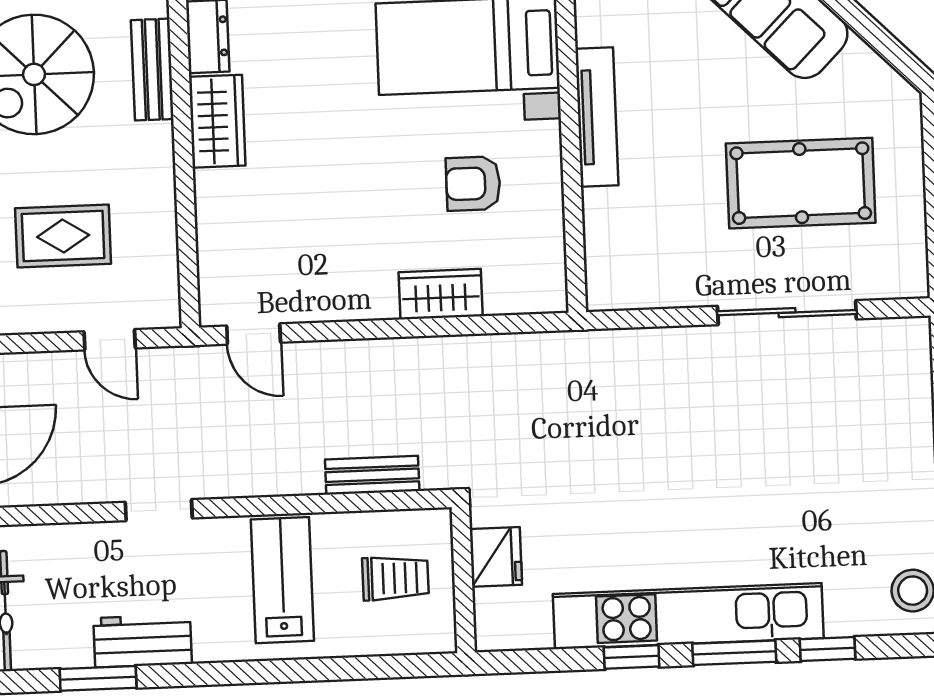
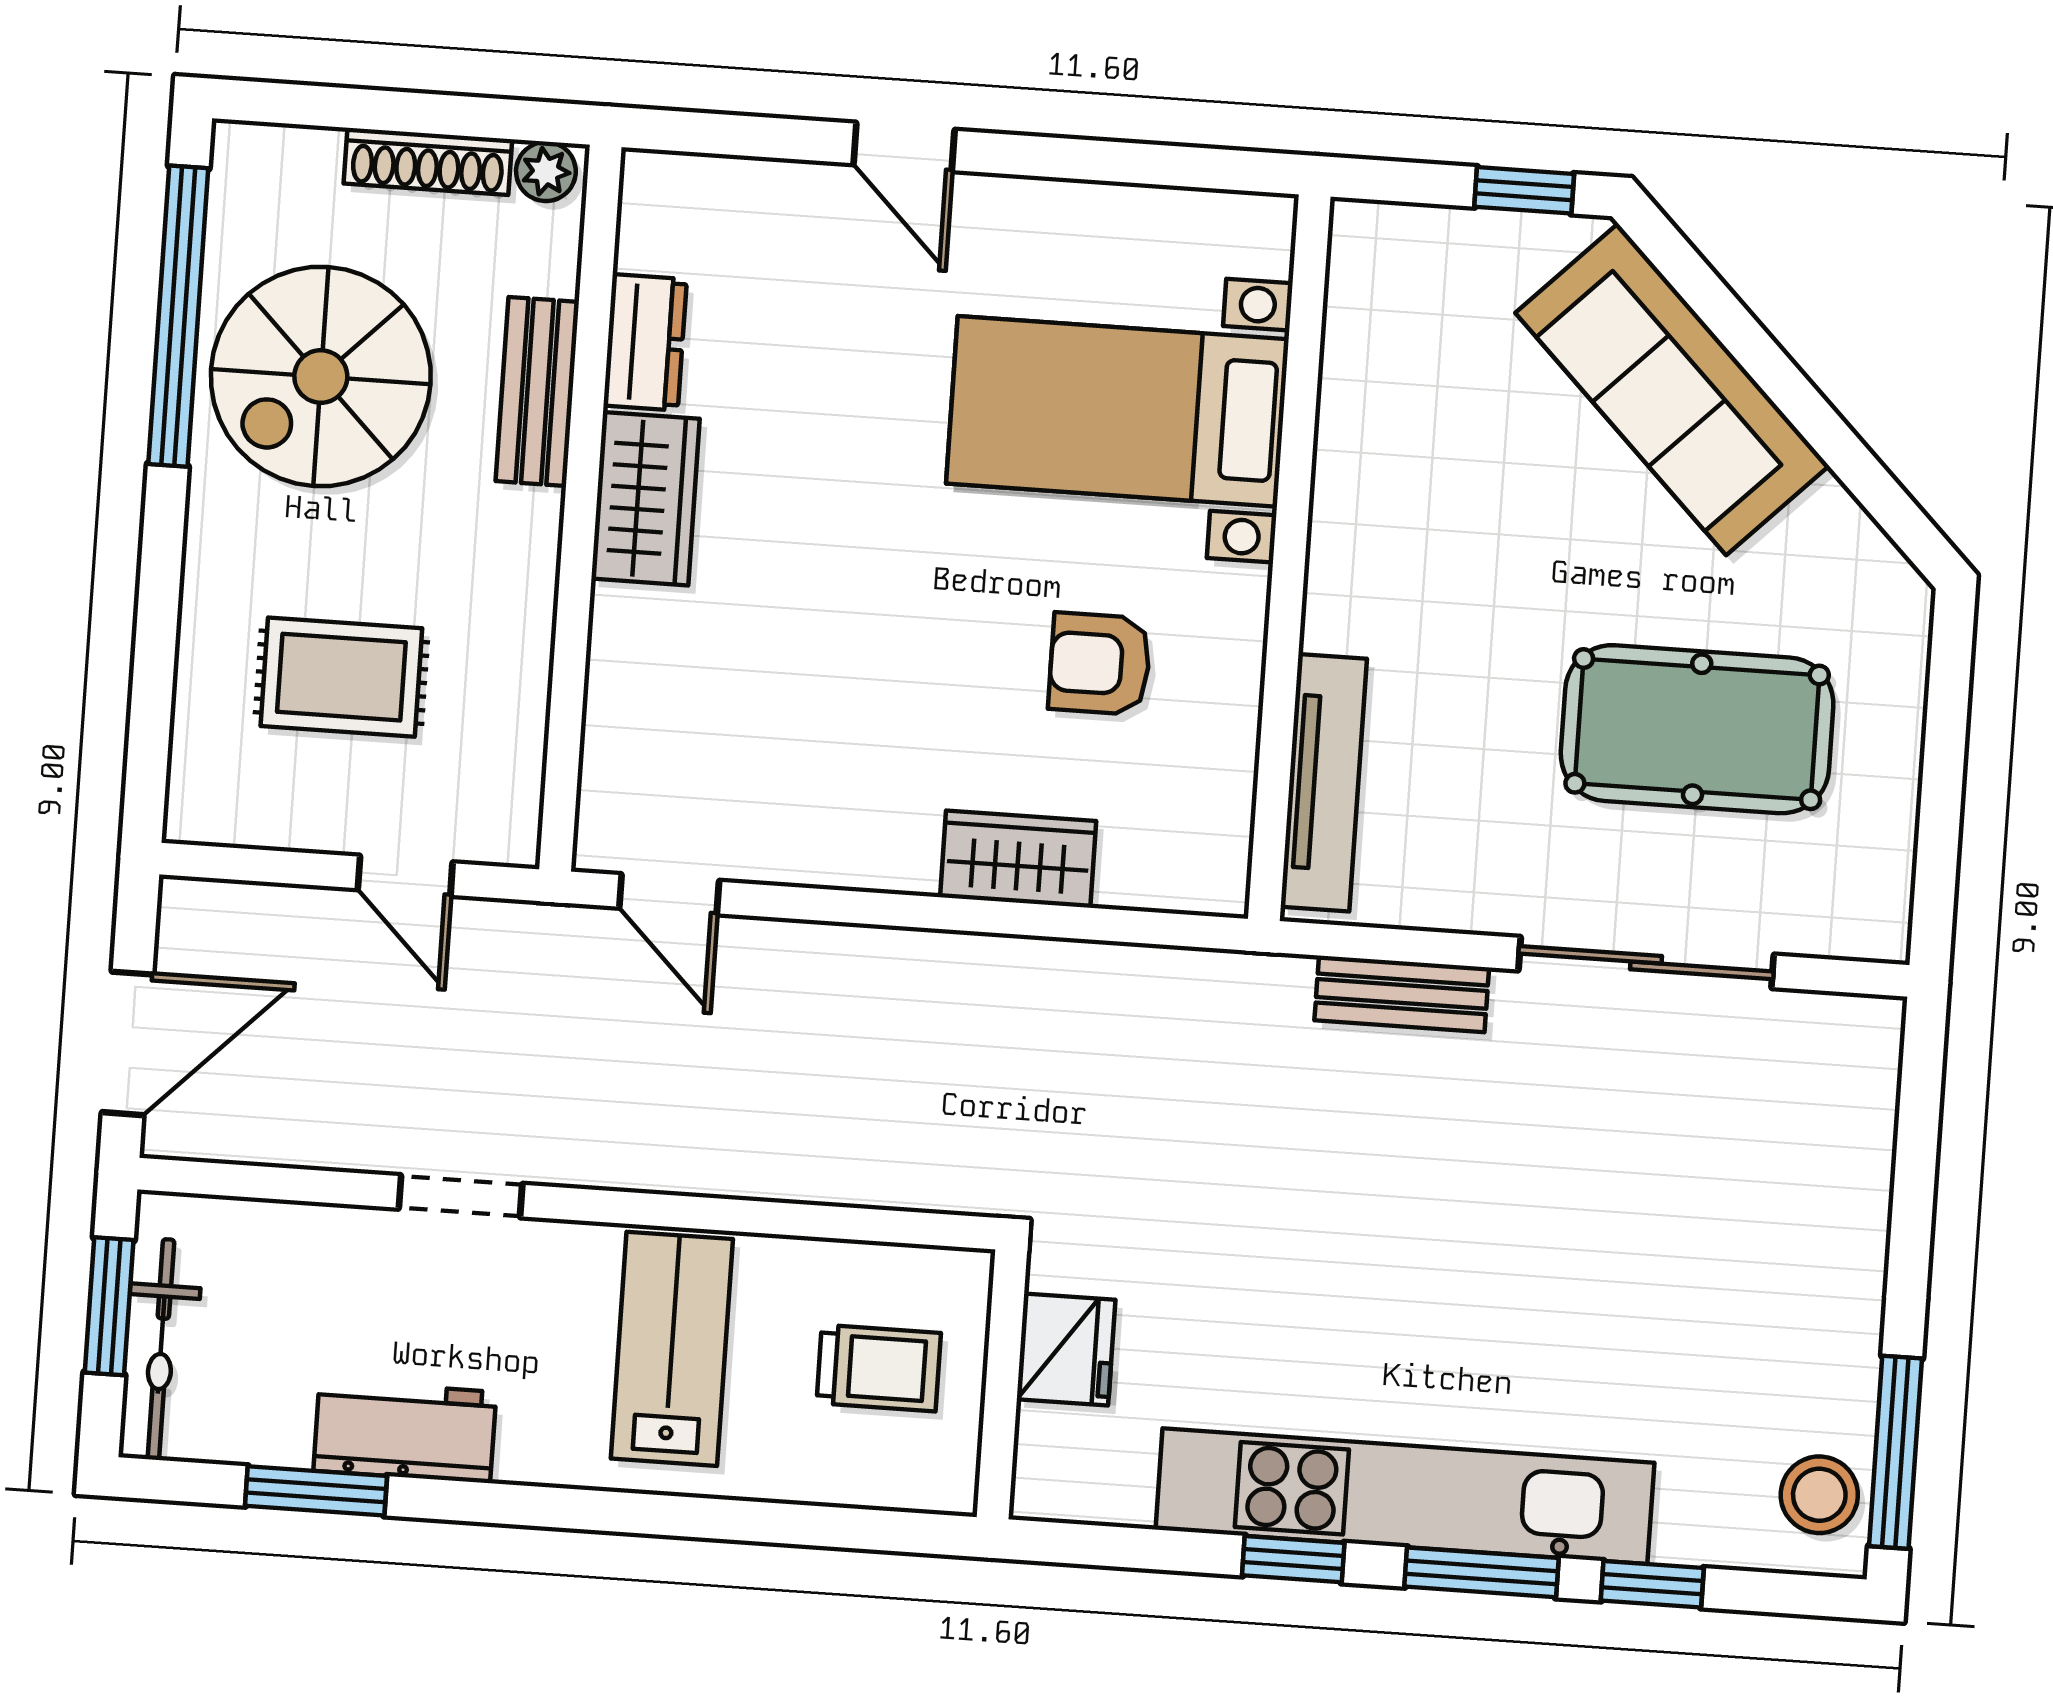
tv unit: (597, 117) -> (1324, 783), moved
bench: (372, 475) -> (1402, 994), moved

